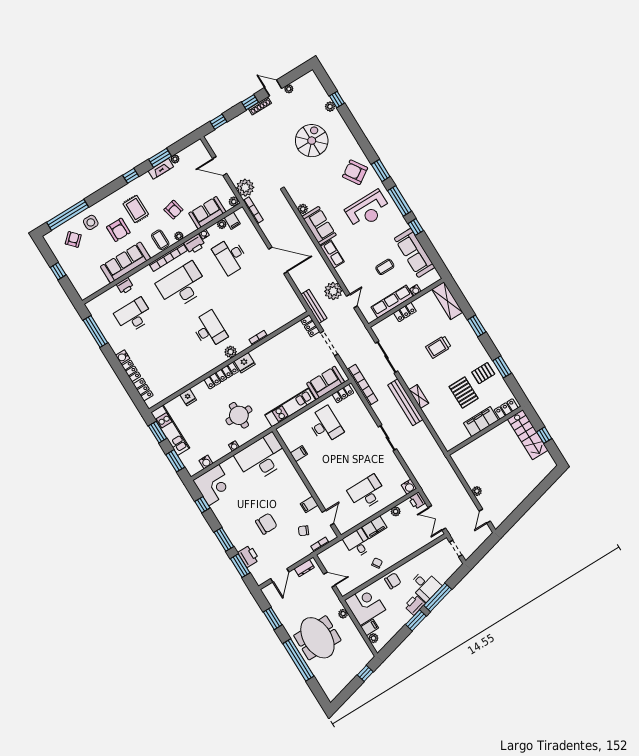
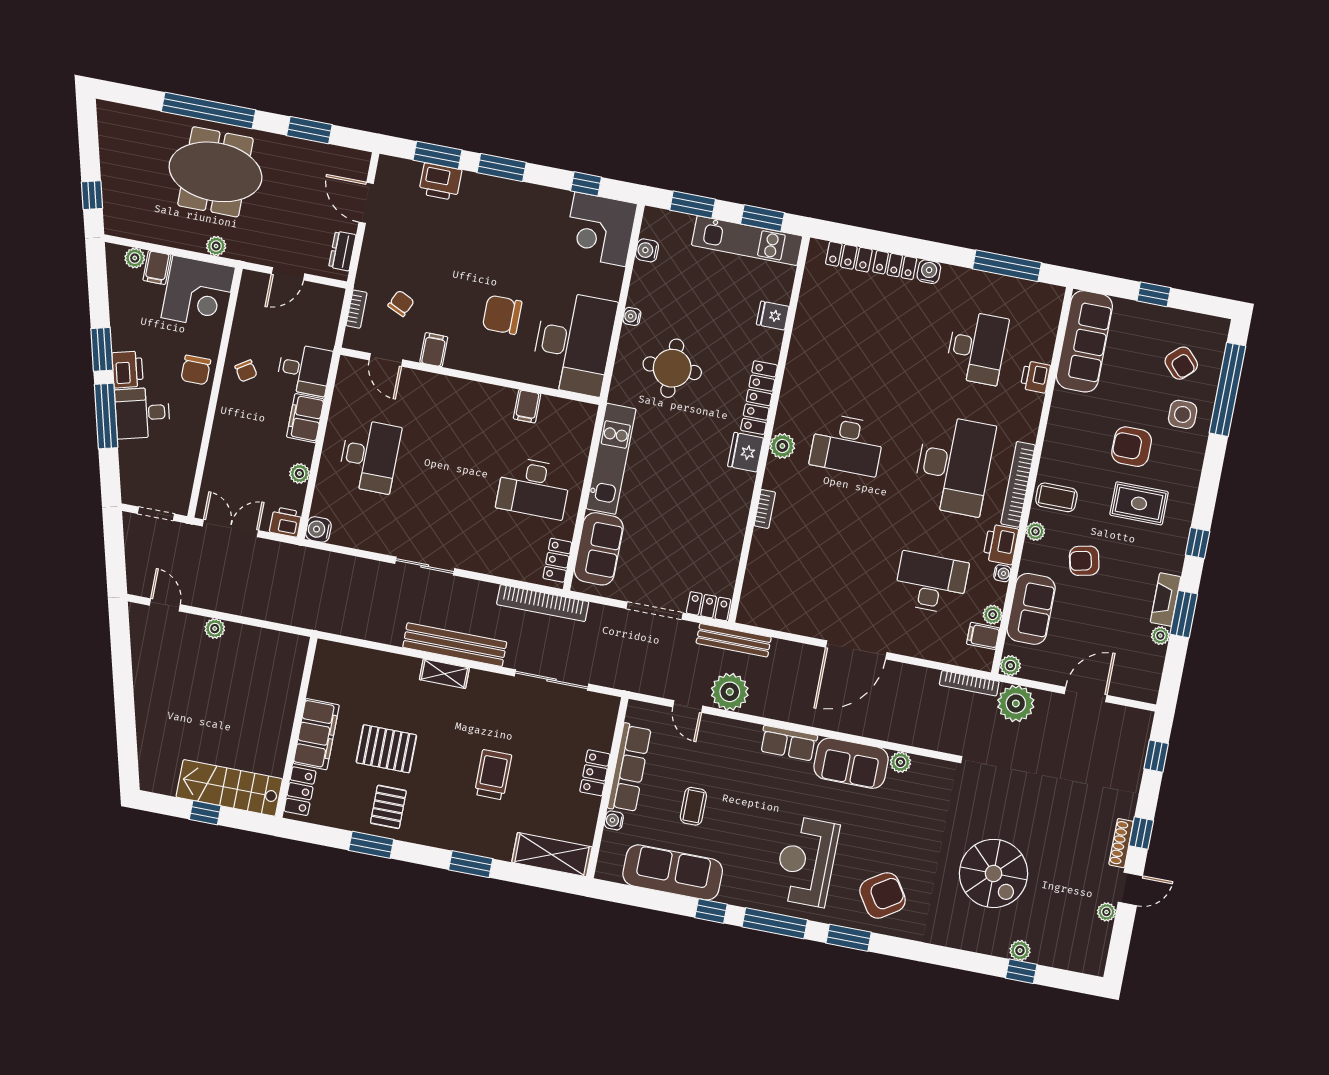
sofa: (125, 262) -> (1084, 341), moved
chair: (266, 524) -> (502, 315), moved, turned 90

